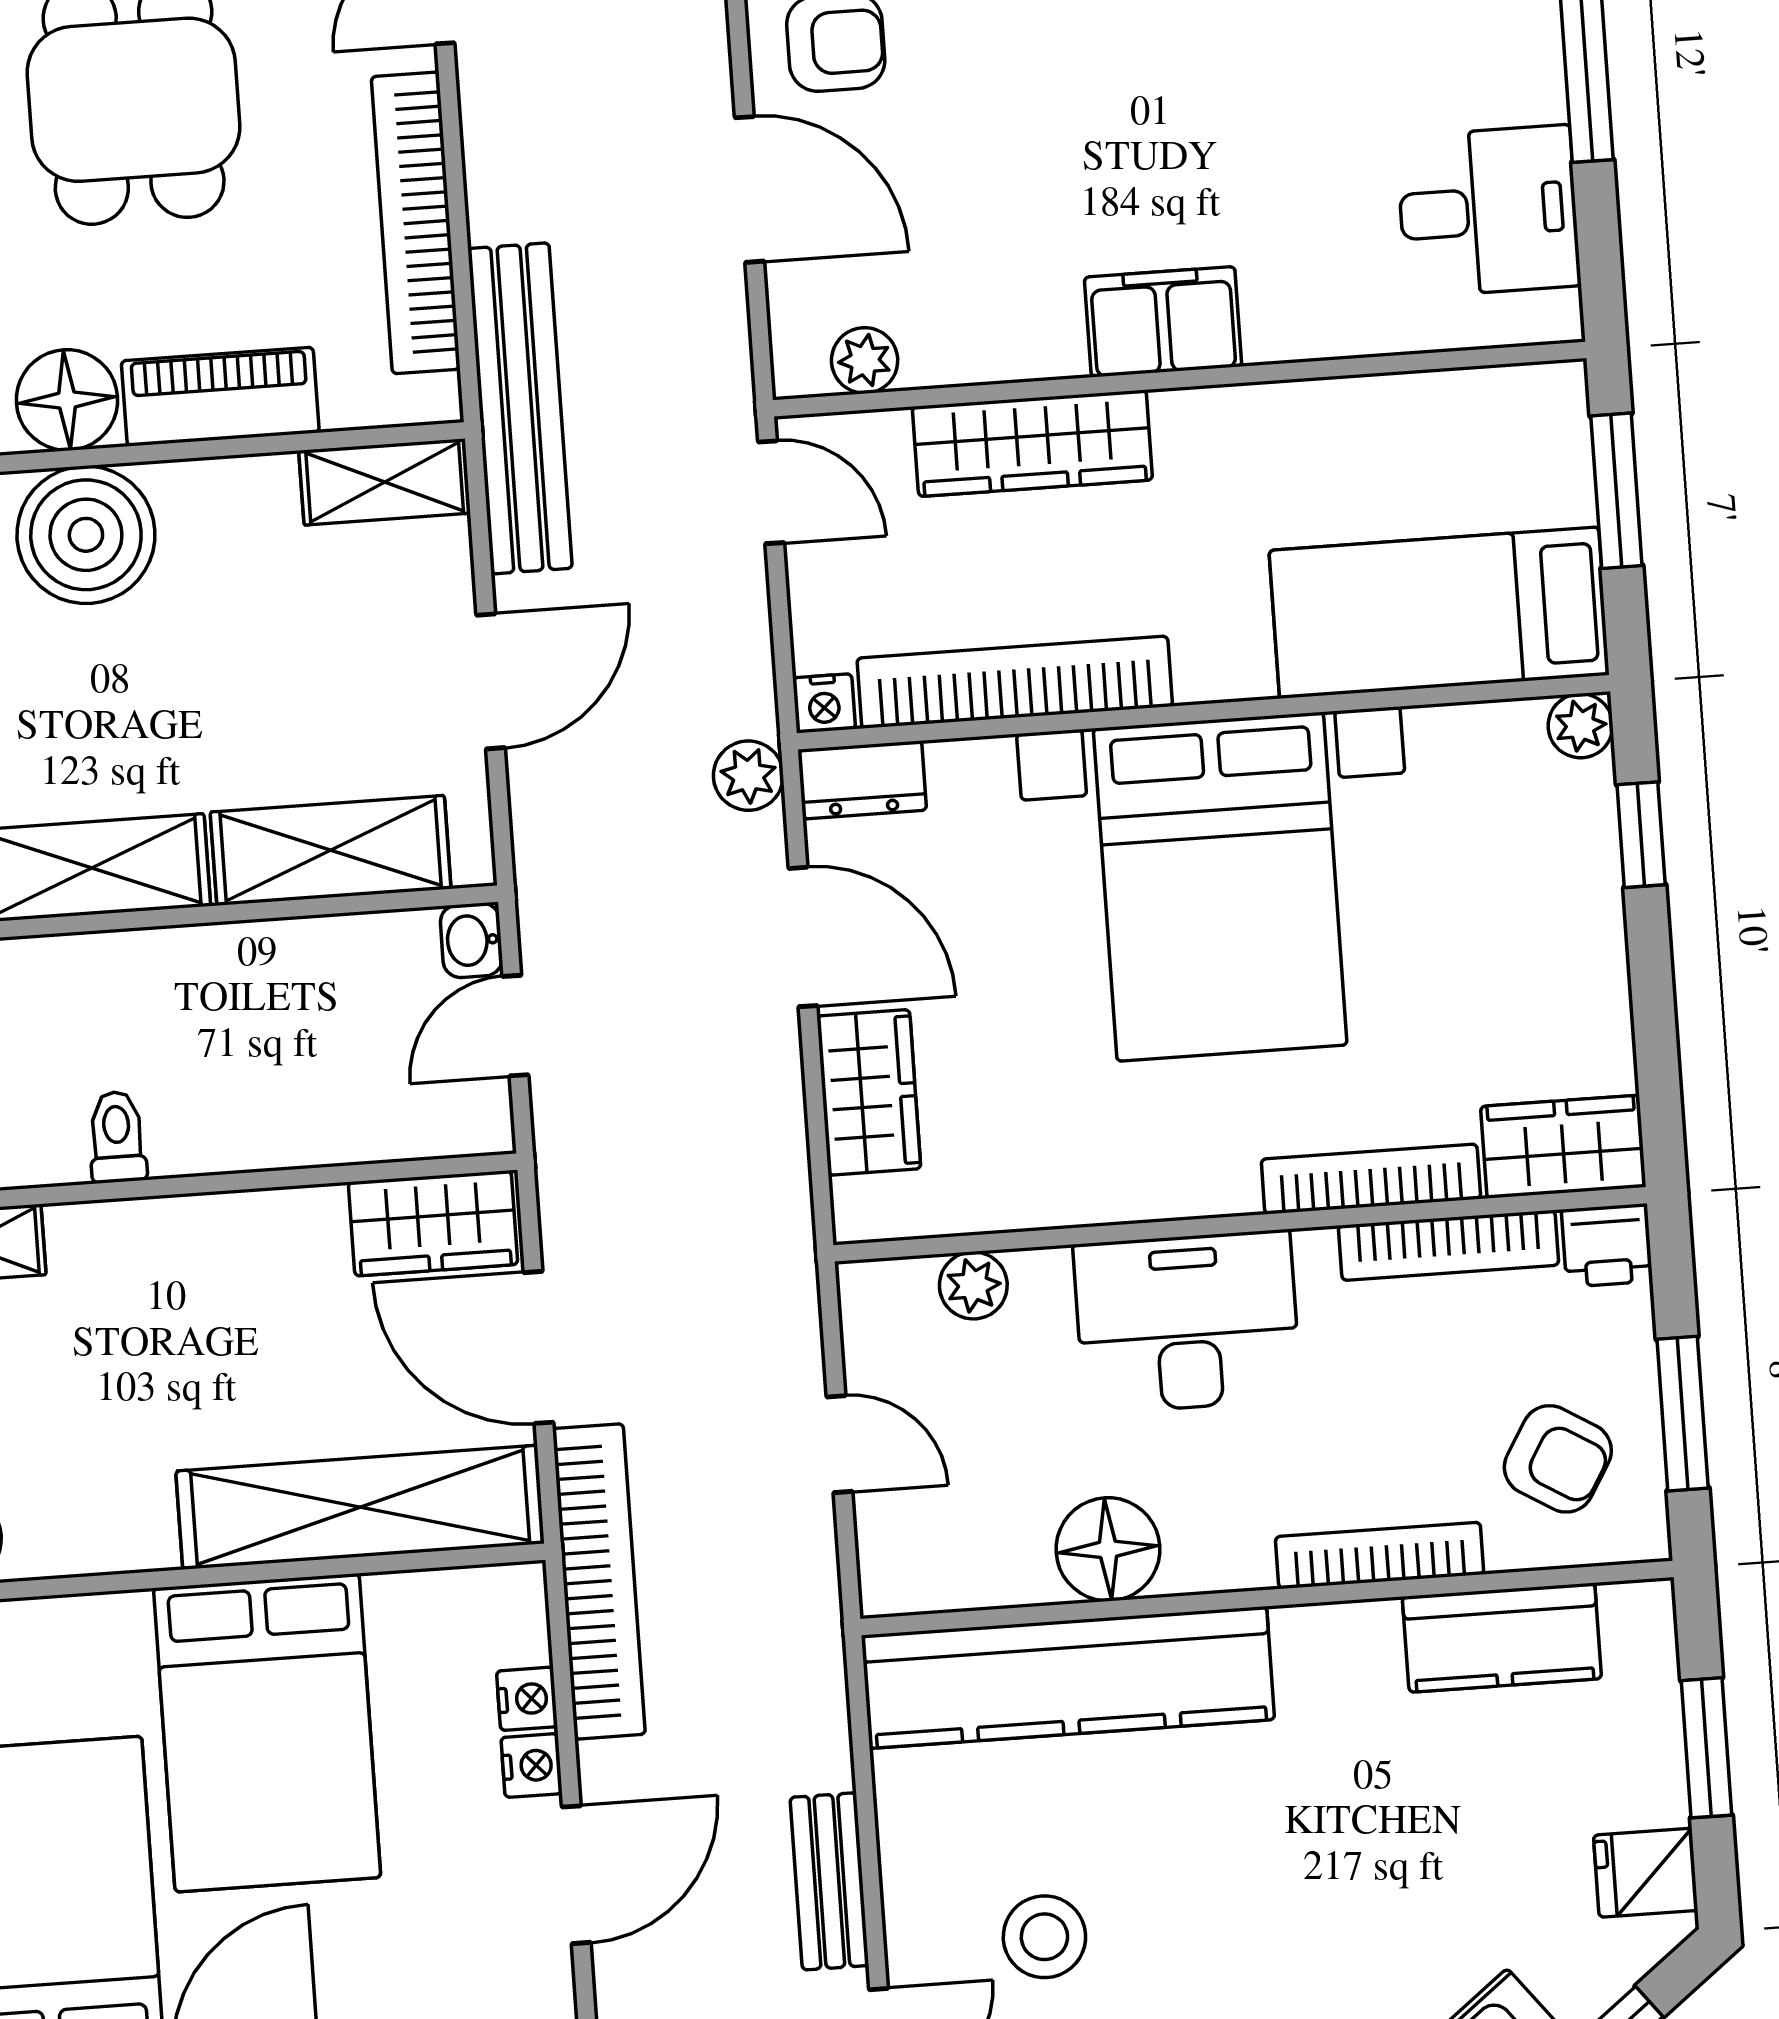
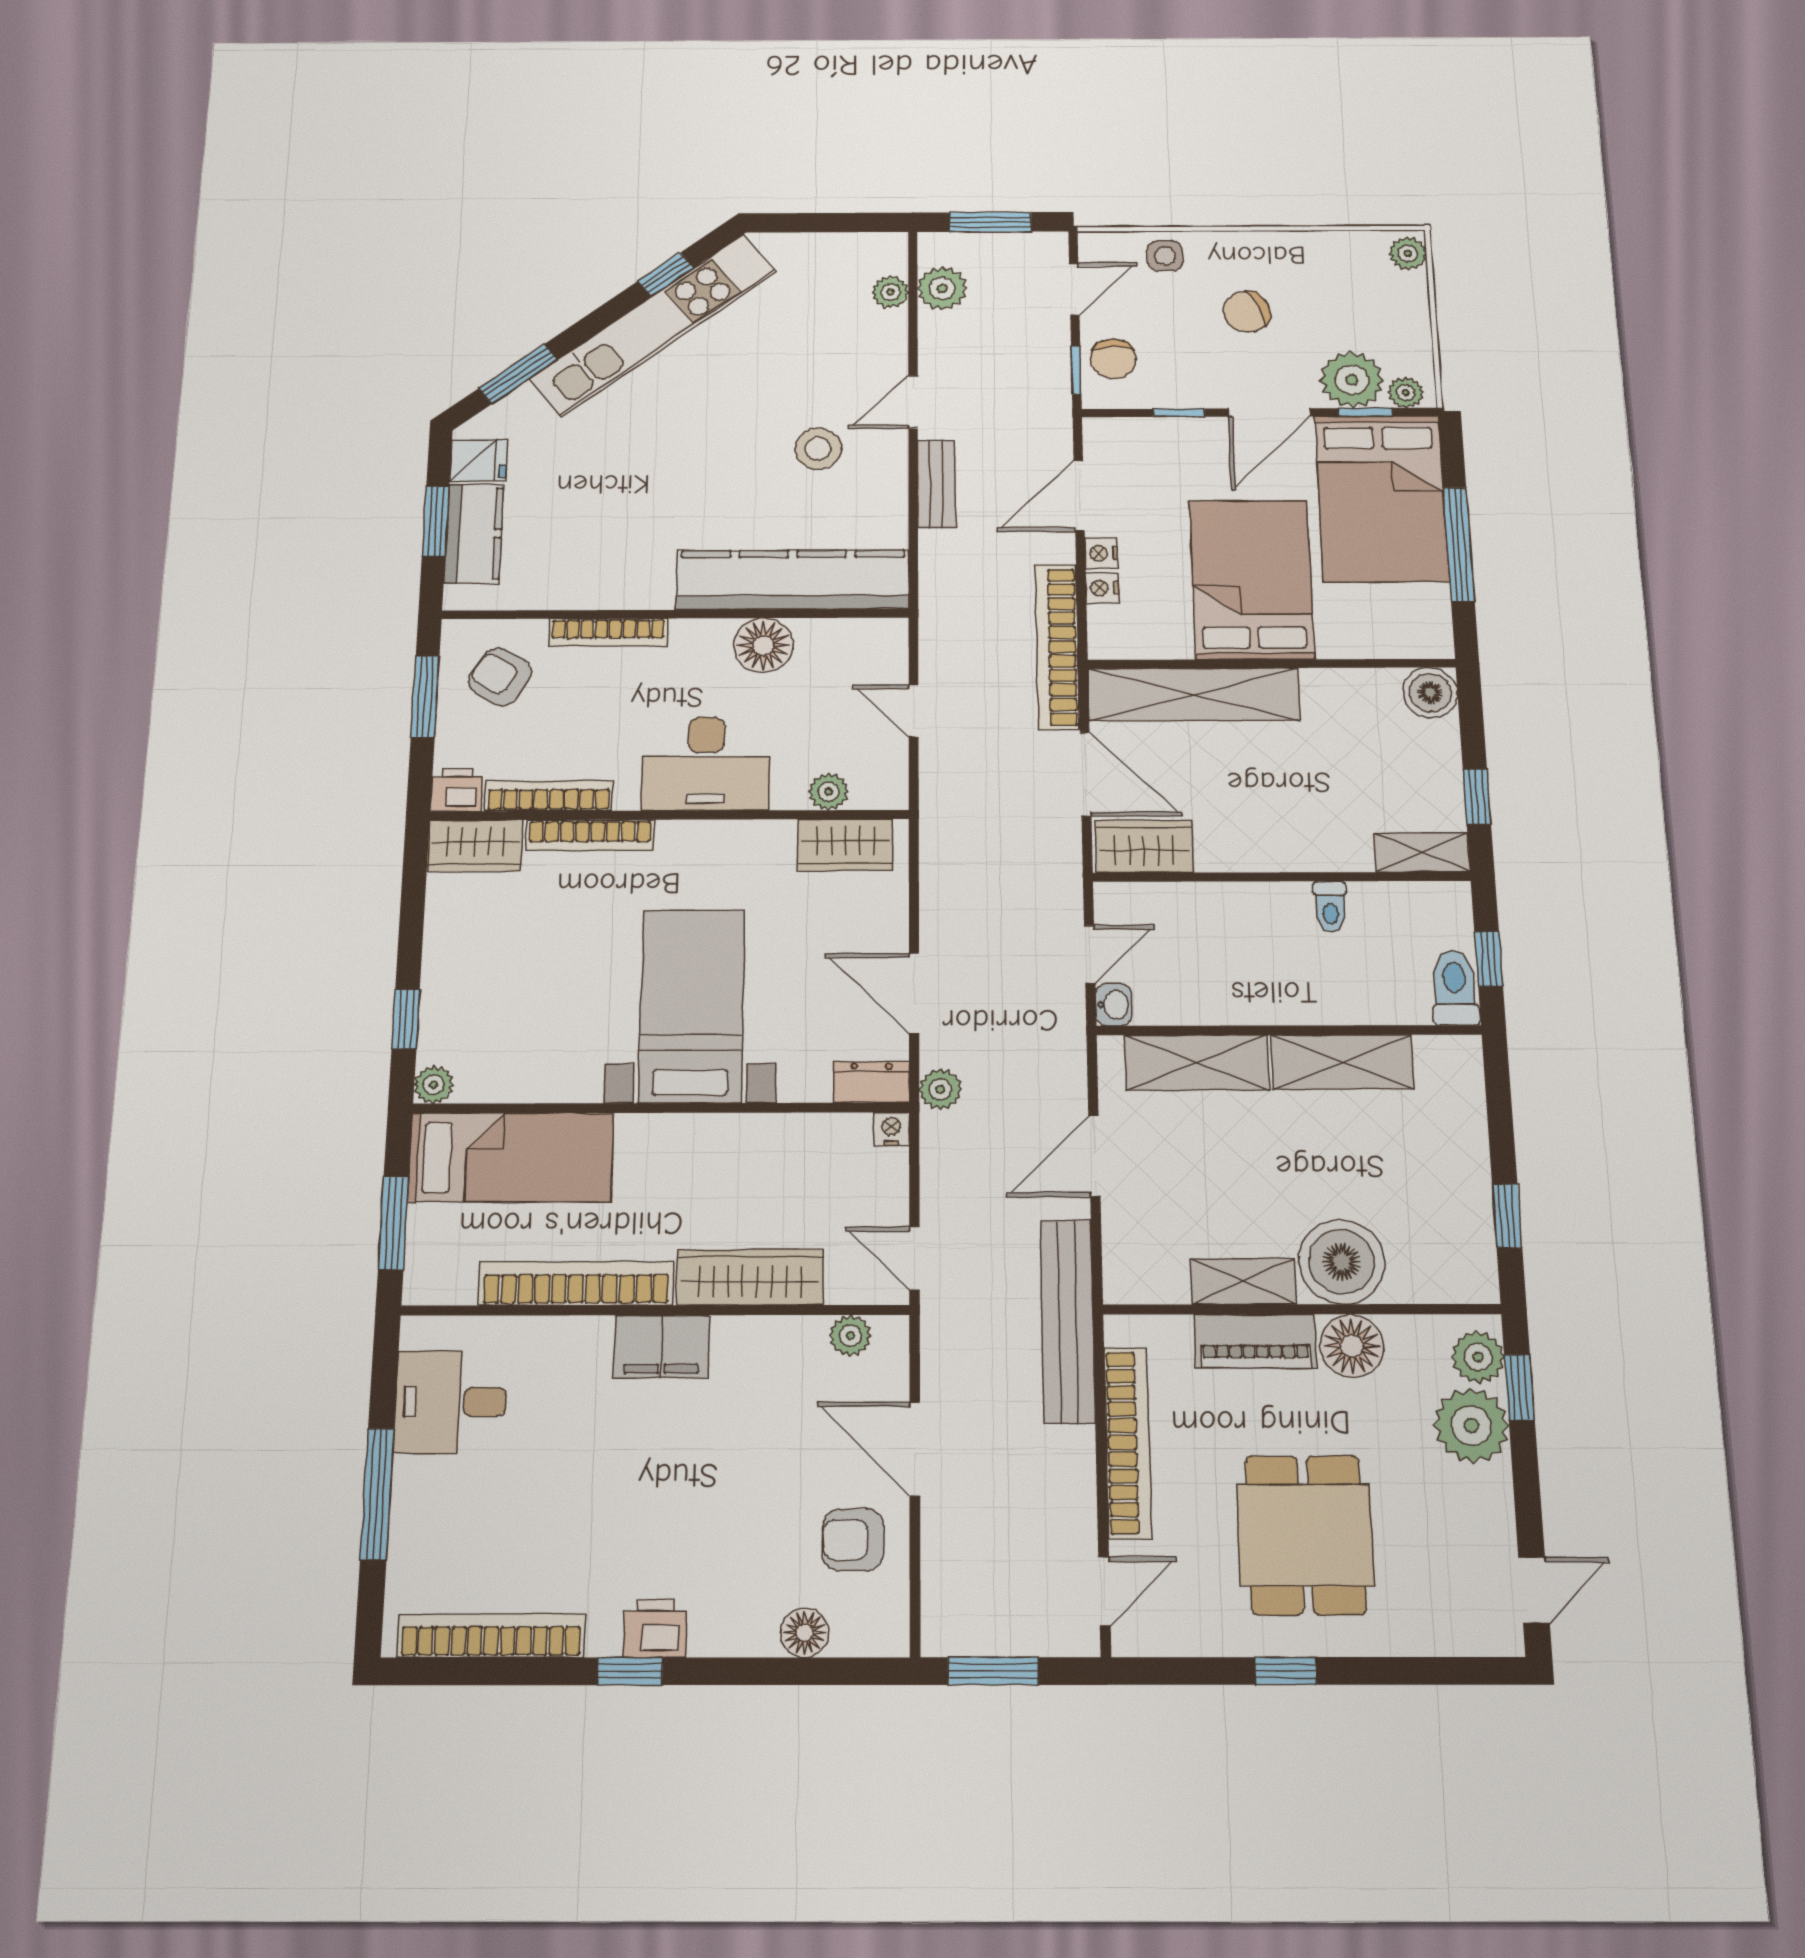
shelving: (385, 482) -> (1243, 1281), moved
bookcase: (1015, 682) -> (576, 1284), moved, turned 180
bed with nightstands: (1220, 887) -> (692, 1006), width x0.73
wardrobe: (869, 1092) -> (845, 845), moved, turned -90
kitchen counter: (1502, 1638) -> (474, 533), moved, turned 90

